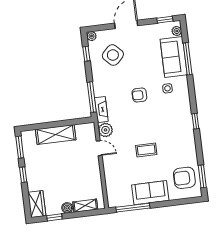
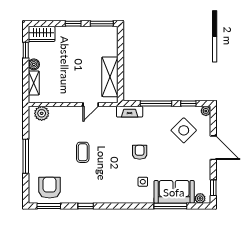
window: (92, 97) -> (156, 103), moved
window: (195, 121) -> (86, 206), moved
plant: (106, 130) -> (42, 113), moved
shelving: (56, 135) -> (110, 77), moved
sofa: (150, 193) -> (39, 151), removed
window: (133, 208) -> (26, 156), moved

